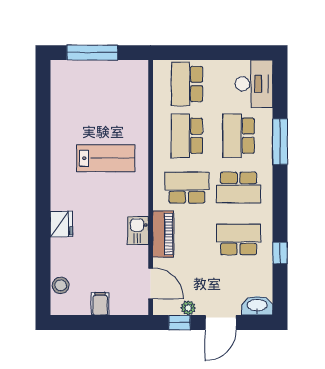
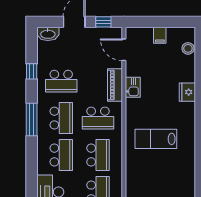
window: (280, 142) -> (32, 120), moved
school desk: (239, 188) -> (61, 118), turned 90
plant: (188, 308) -> (97, 32), removed

